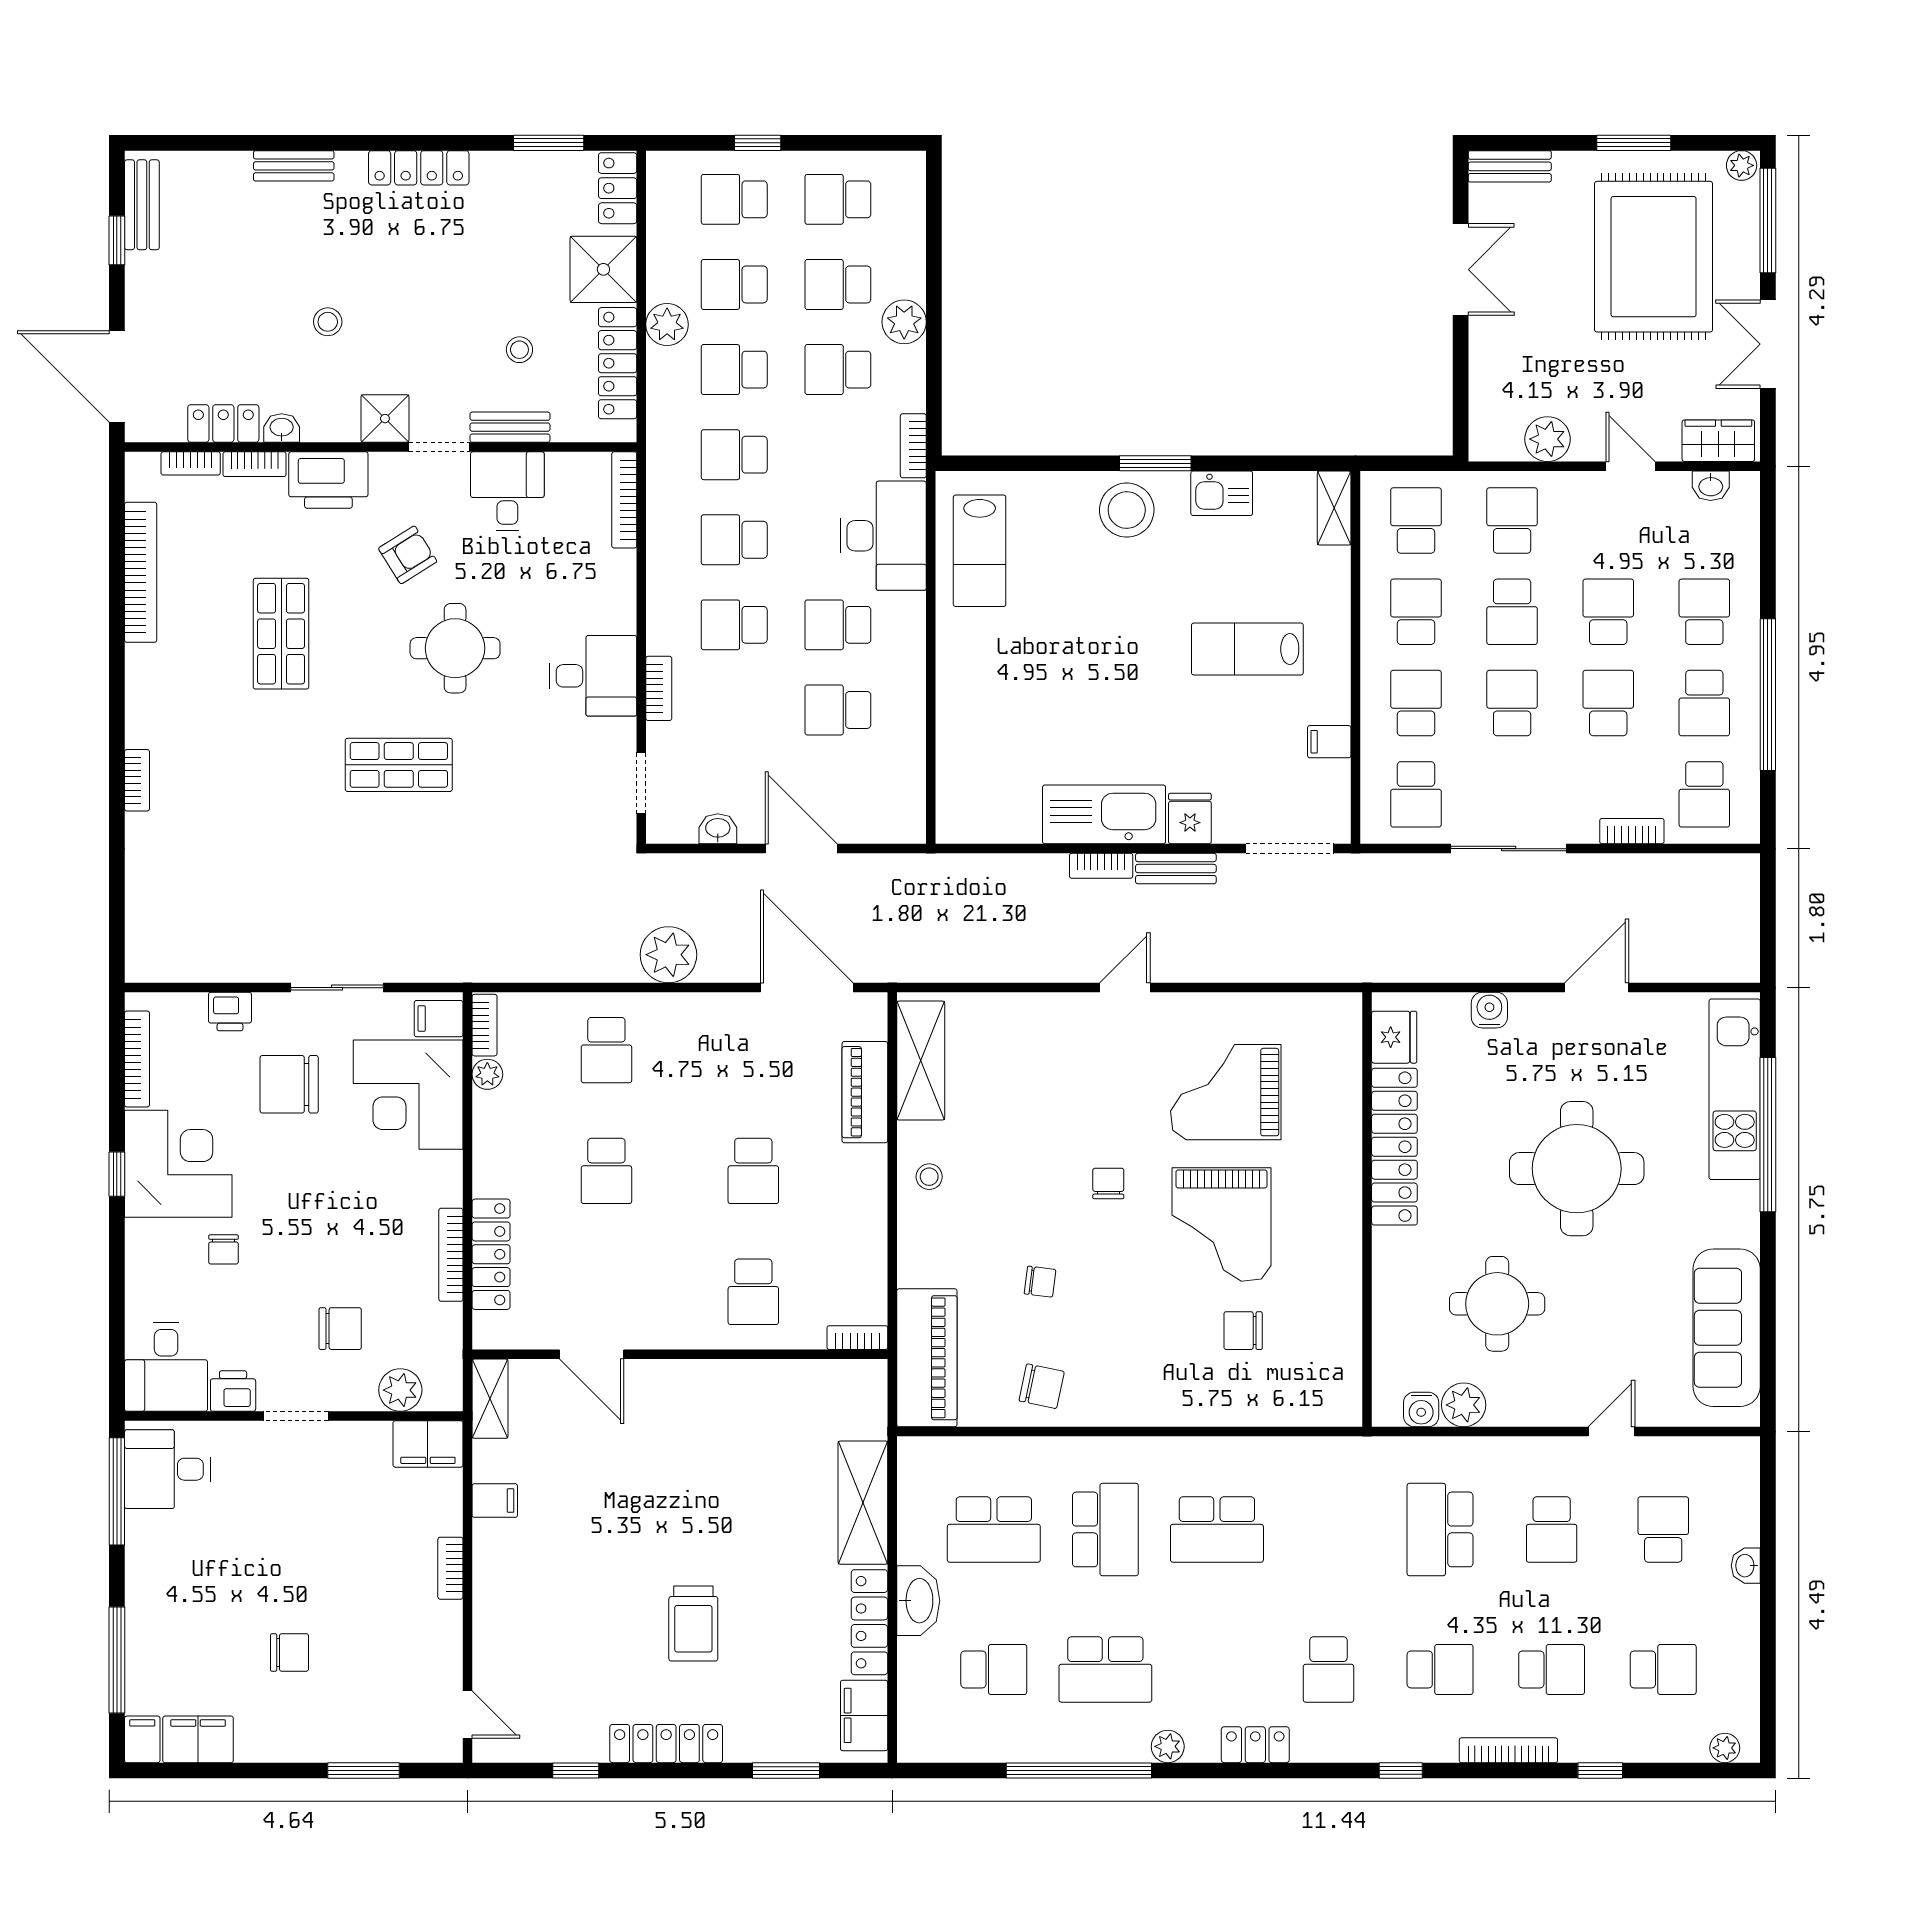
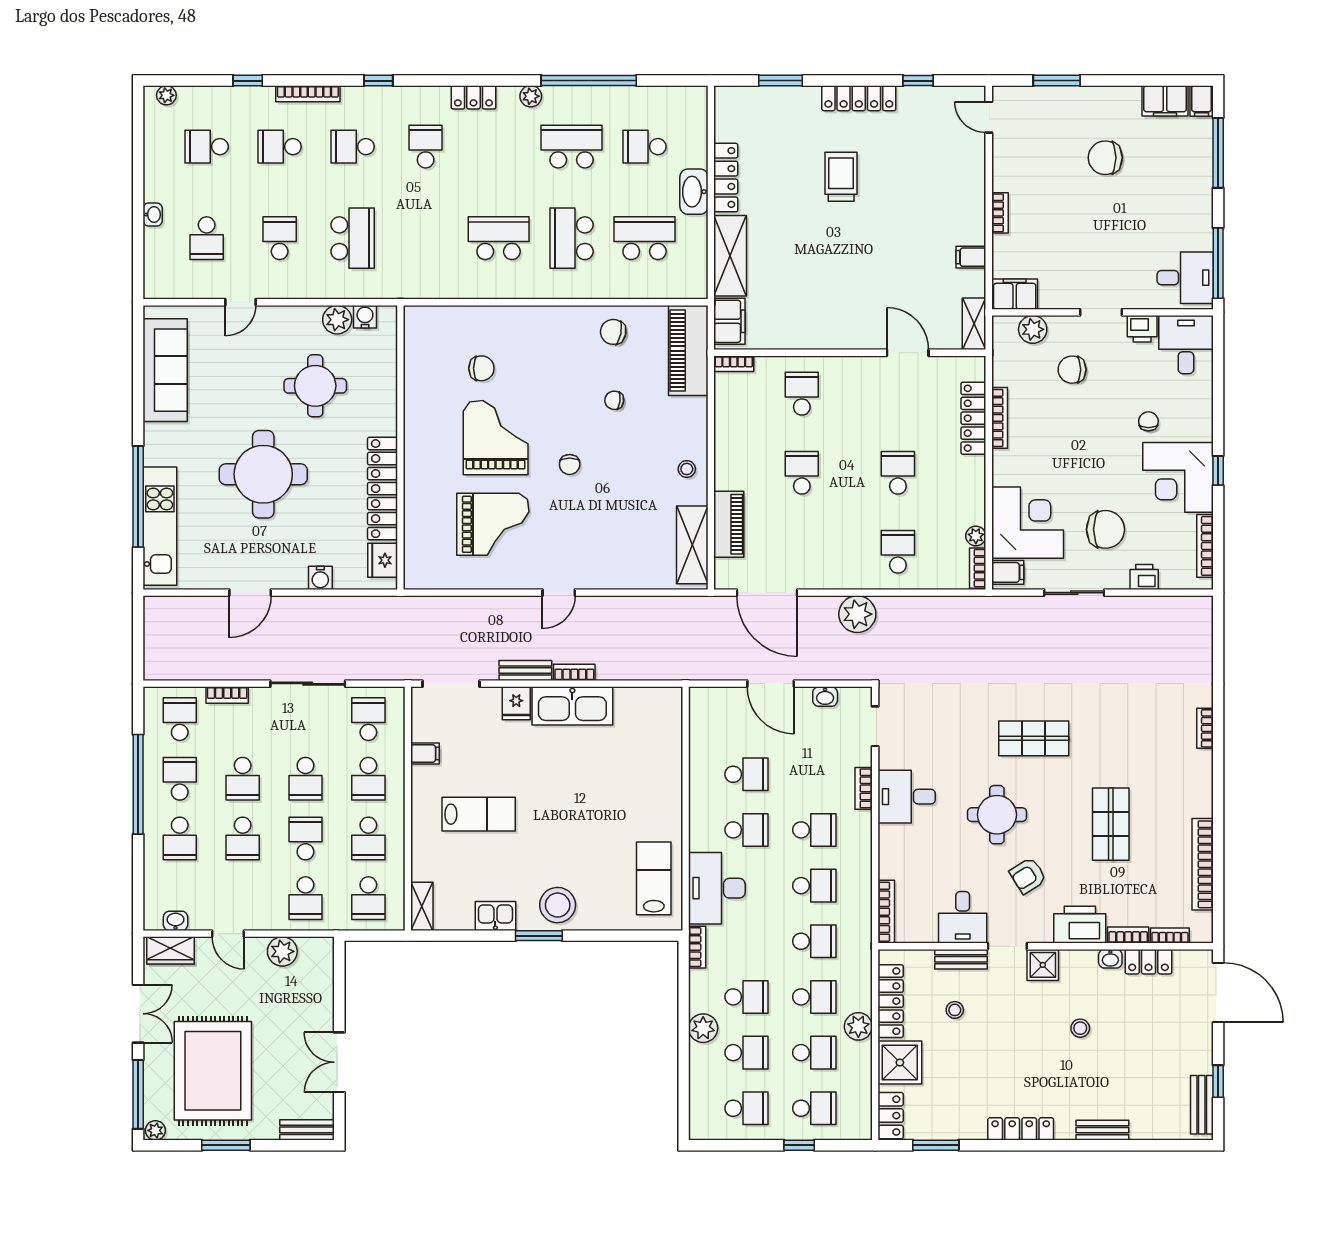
chair: (289, 1652) -> (1105, 158), width x1.37, depth x1.37
filing cabinet: (864, 1715) -> (729, 321), moved

